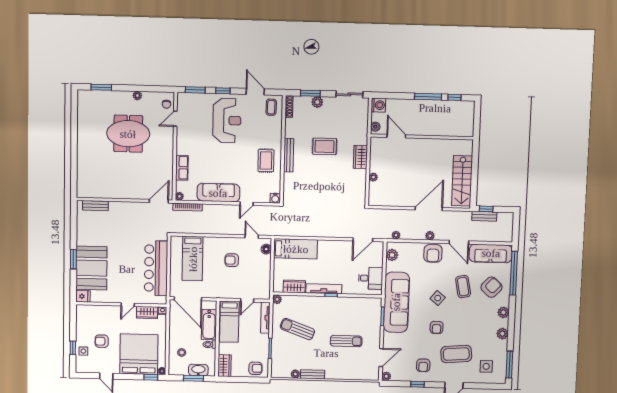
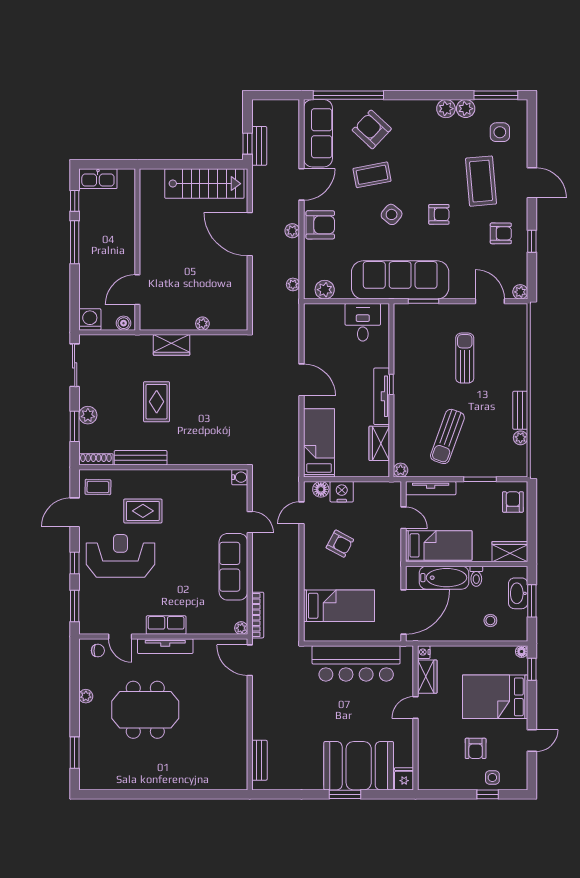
kitchen sink: (468, 113) -> (98, 179), added
meeting table: (128, 134) -> (145, 710), turned 90
tv unit: (169, 148) -> (165, 646), added
bench: (289, 155) -> (141, 458), moved
rug: (266, 161) -> (143, 511), moved
row of seats: (182, 168) -> (166, 625), moved
door: (363, 240) -> (302, 380), moved
armchair: (232, 260) -> (340, 544), turned -62
nightstand: (264, 262) -> (342, 492), added
door: (128, 305) -> (416, 708), swing flipped
plant: (503, 312) -> (466, 109), moved
bed: (139, 354) -> (495, 697), width x0.73

